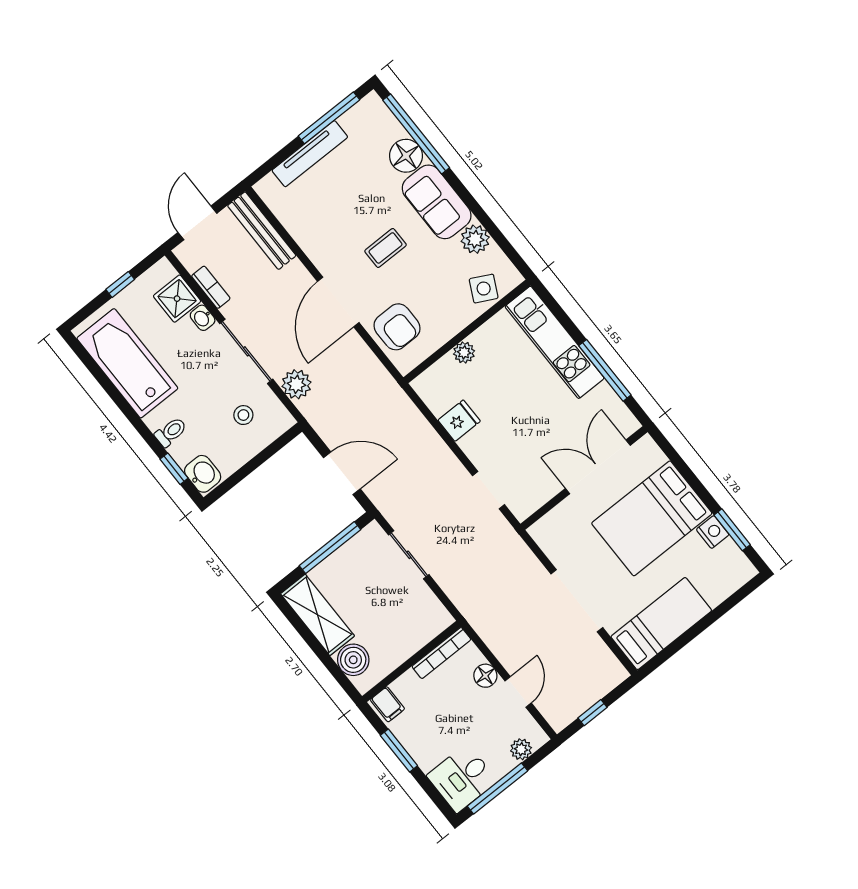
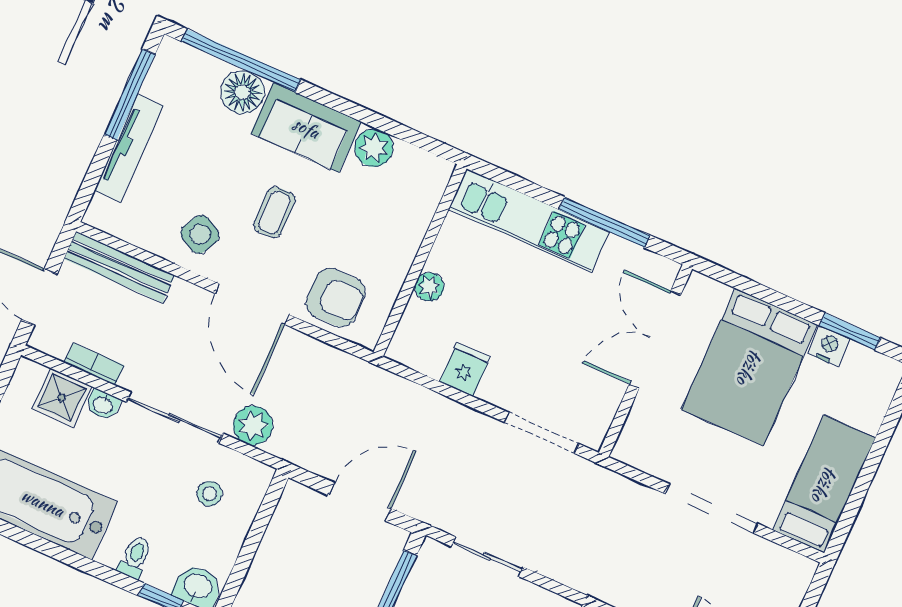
side table: (484, 289) -> (200, 234), moved
doorway: (489, 490) -> (541, 433), width x1.38

